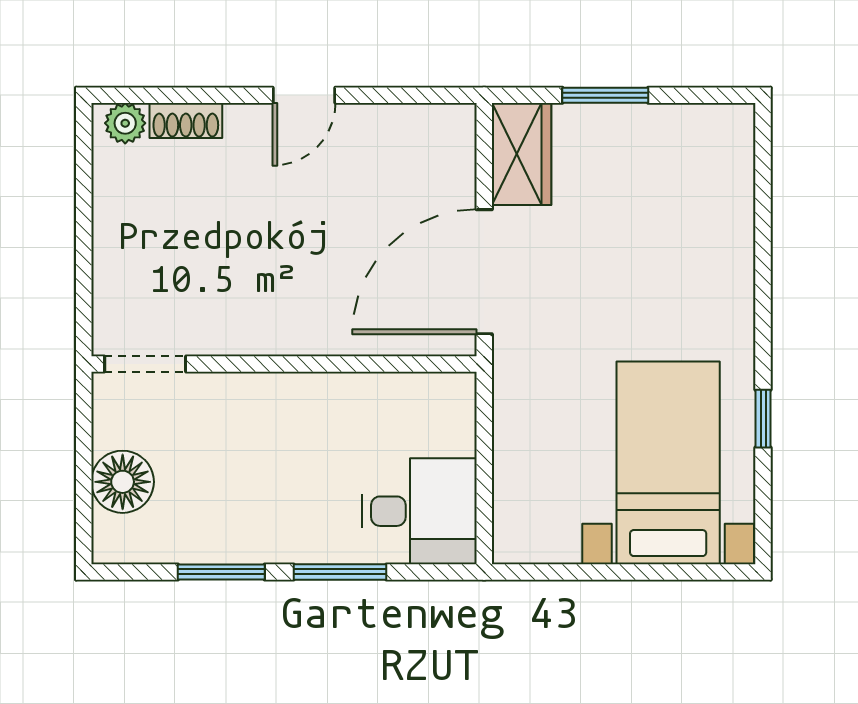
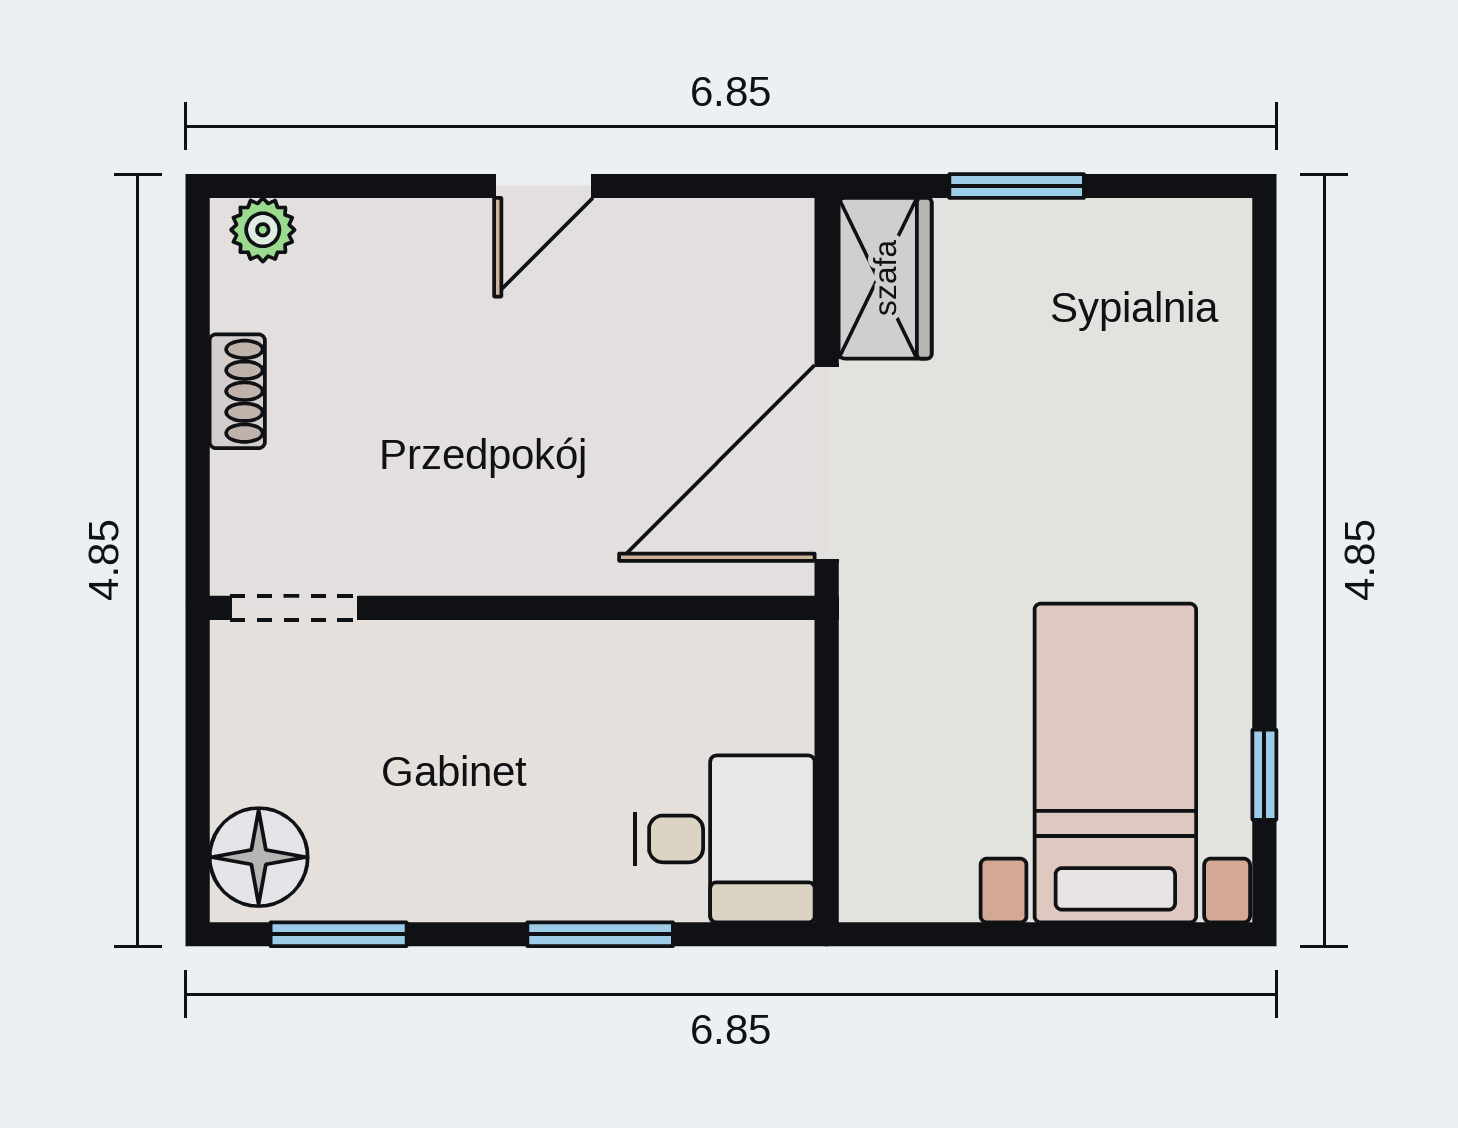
shoe rack: (186, 121) -> (237, 391), moved, turned -90
window: (763, 419) -> (1264, 775), moved
floor lamp: (123, 482) -> (259, 857), moved
window: (221, 572) -> (339, 934), moved

